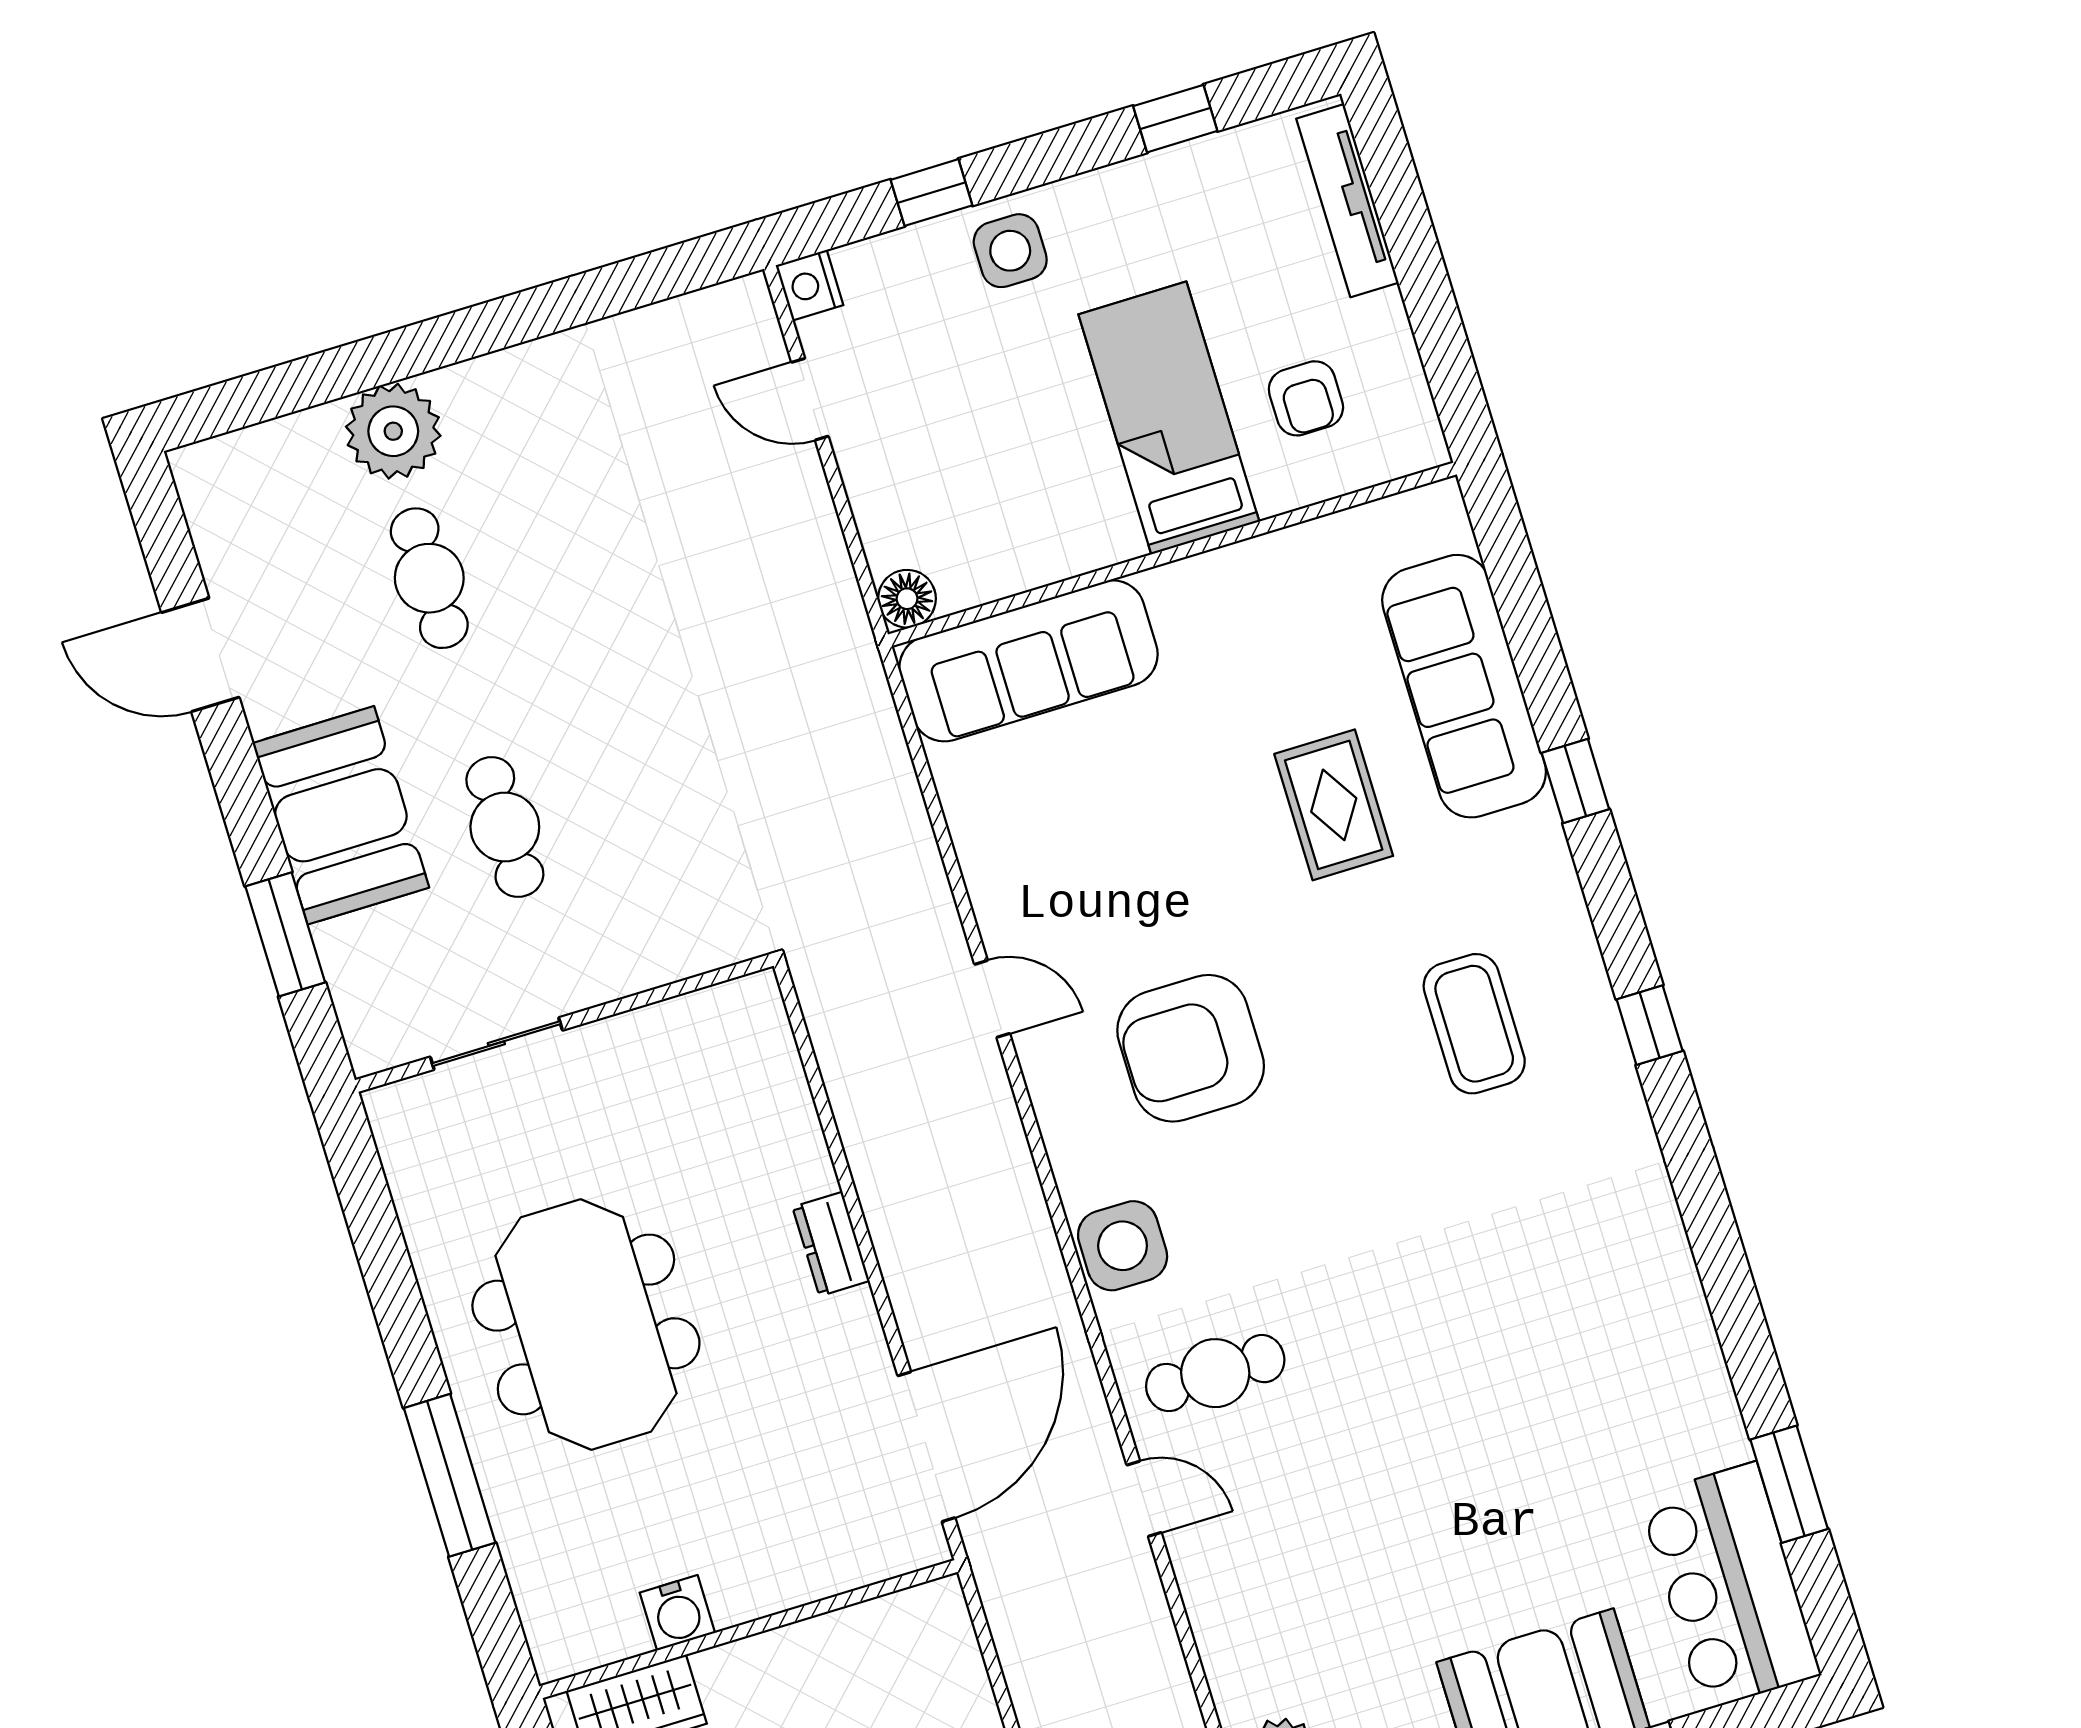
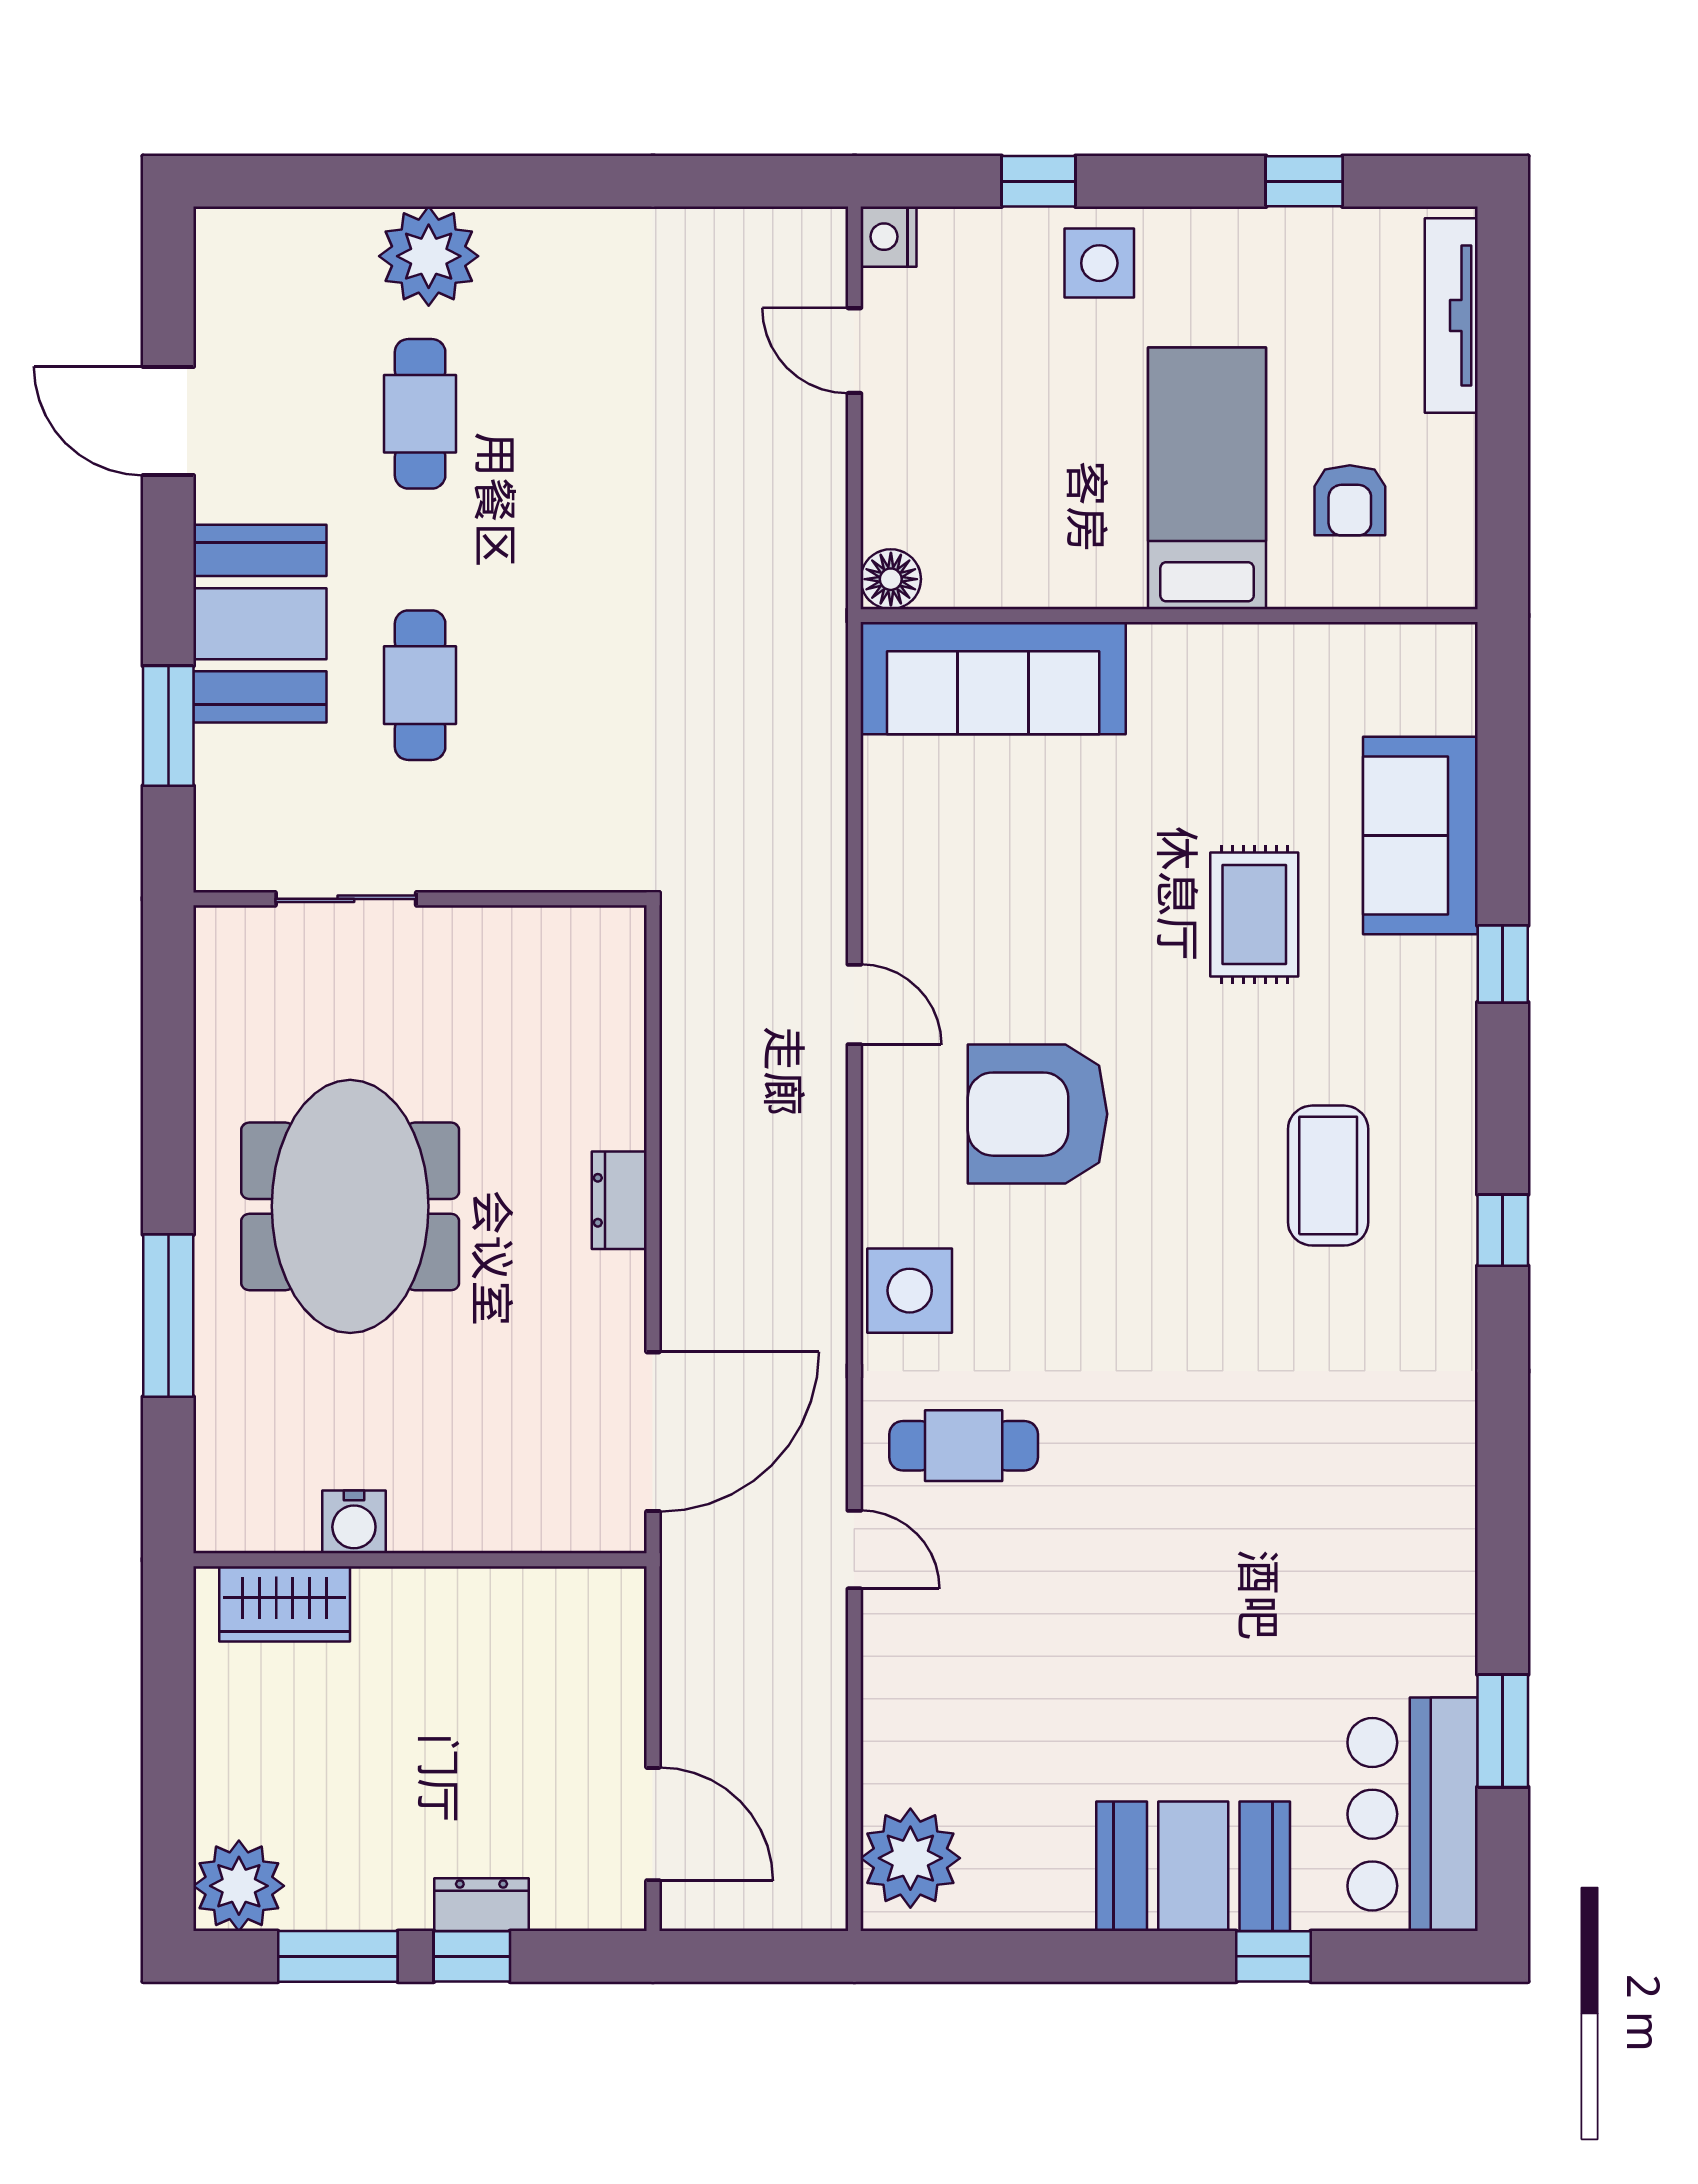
sofa: (1464, 686) -> (1420, 835), width x0.73

